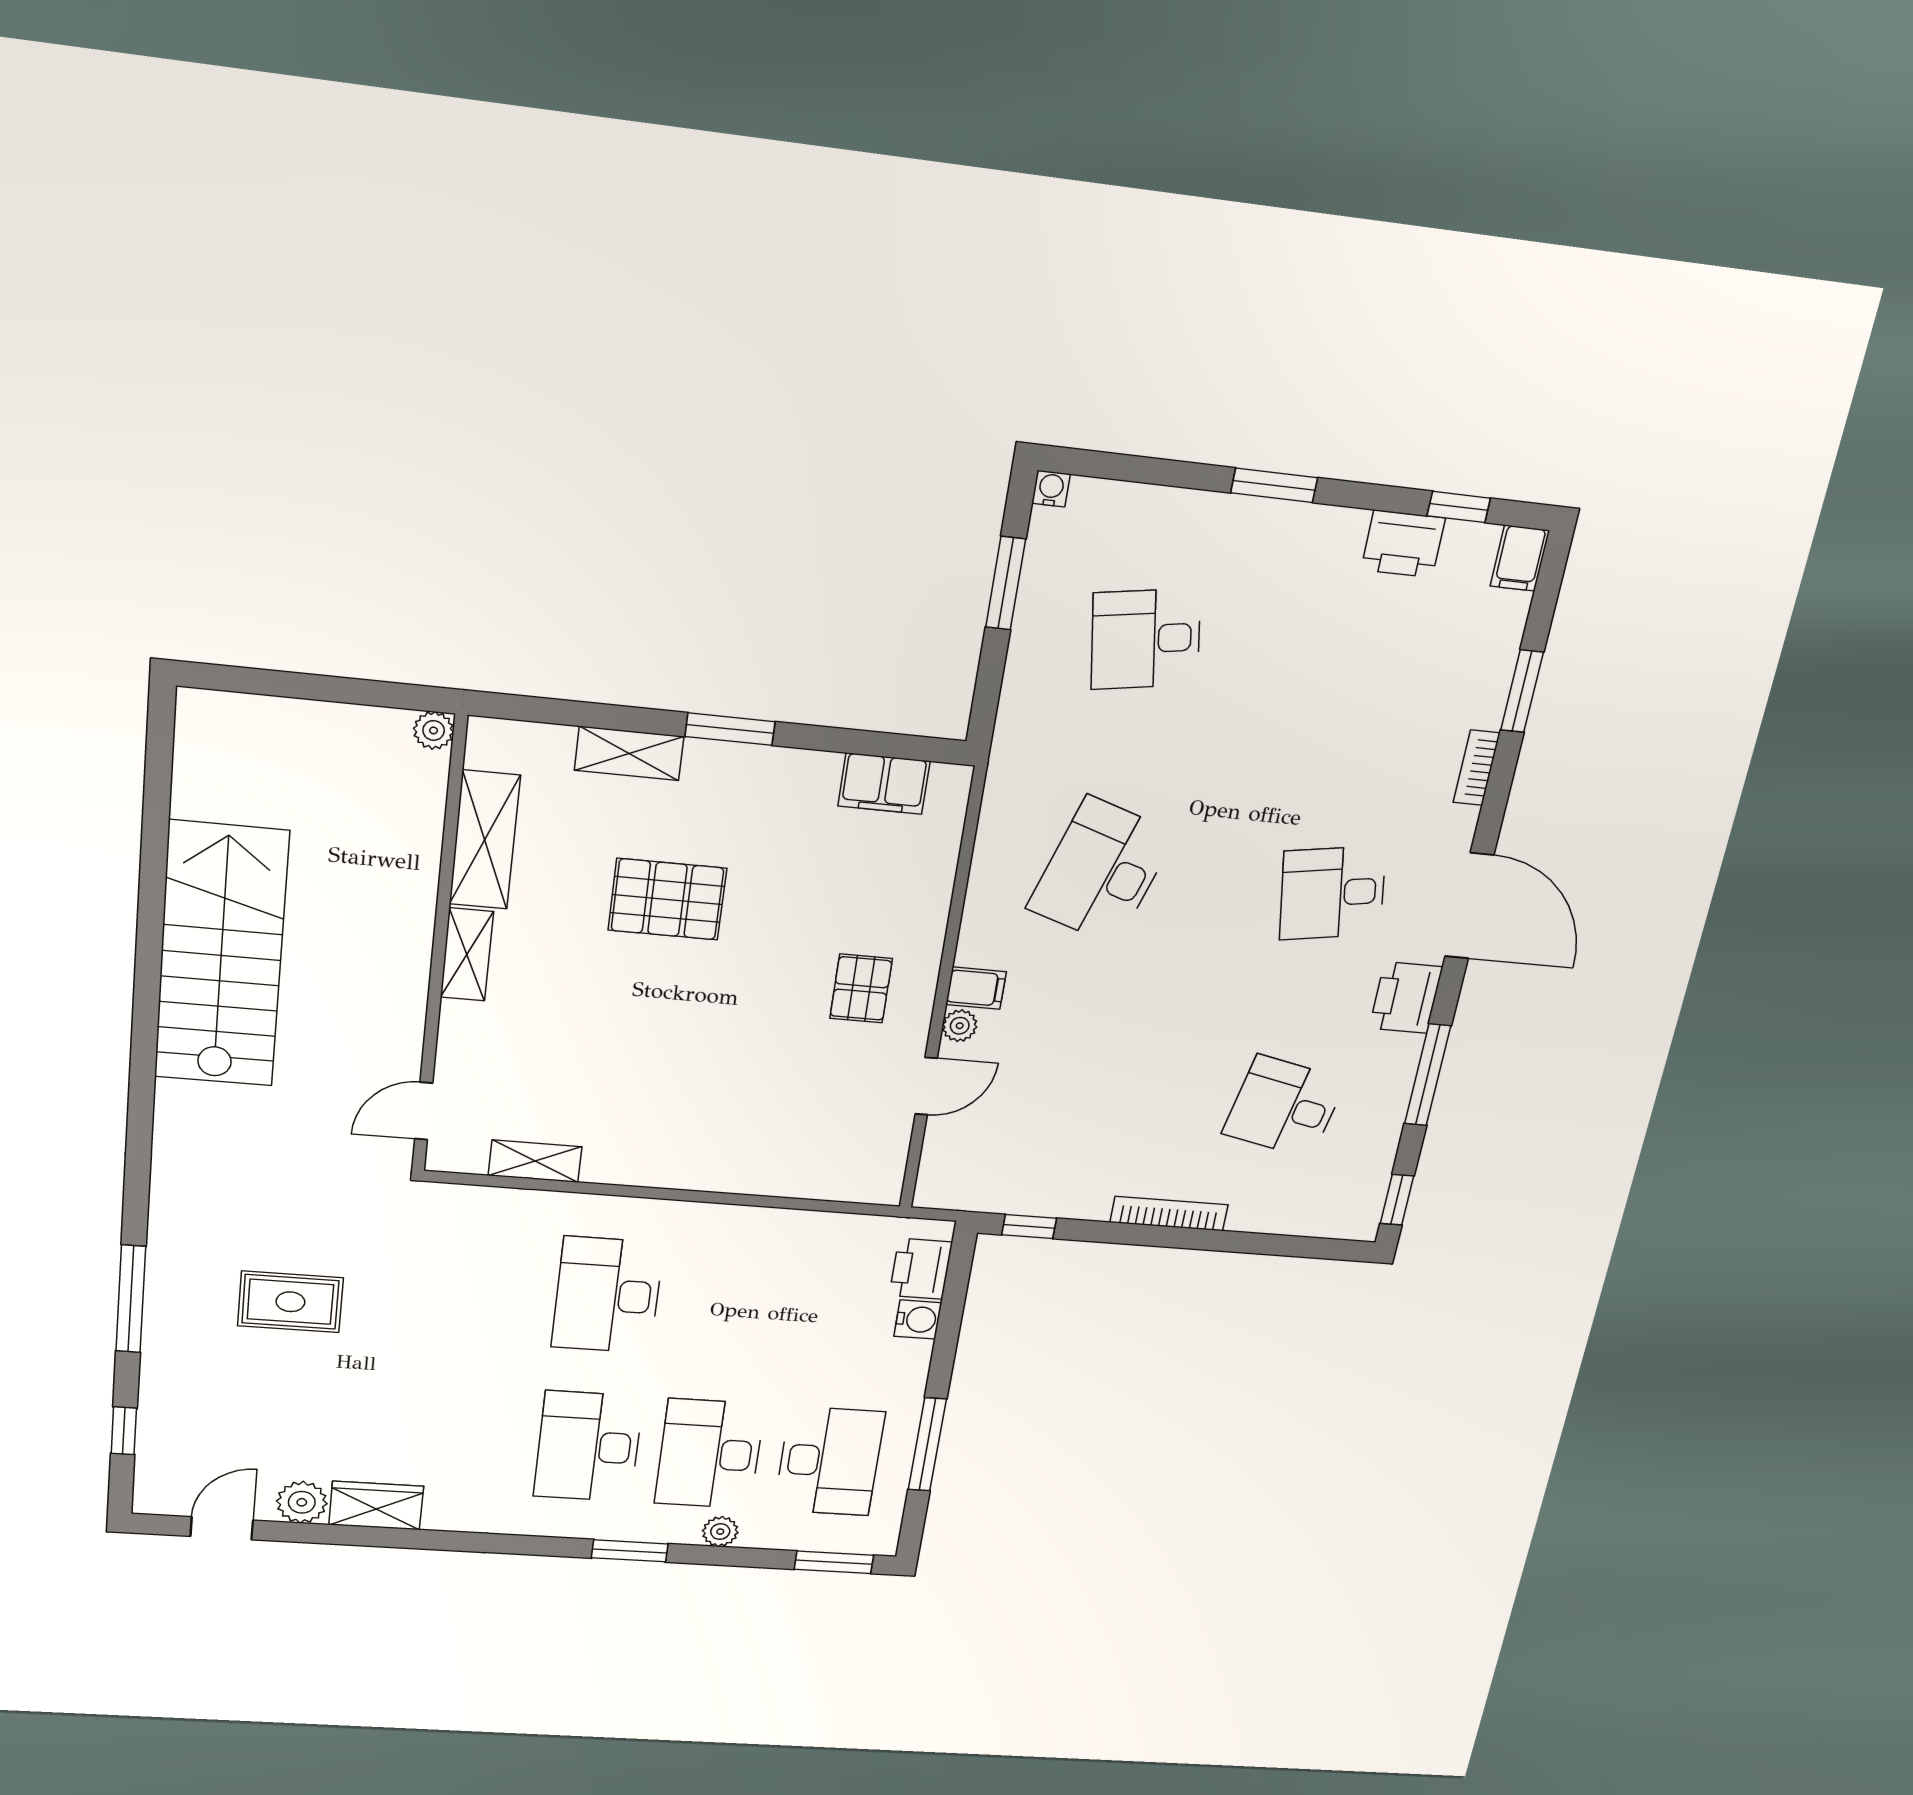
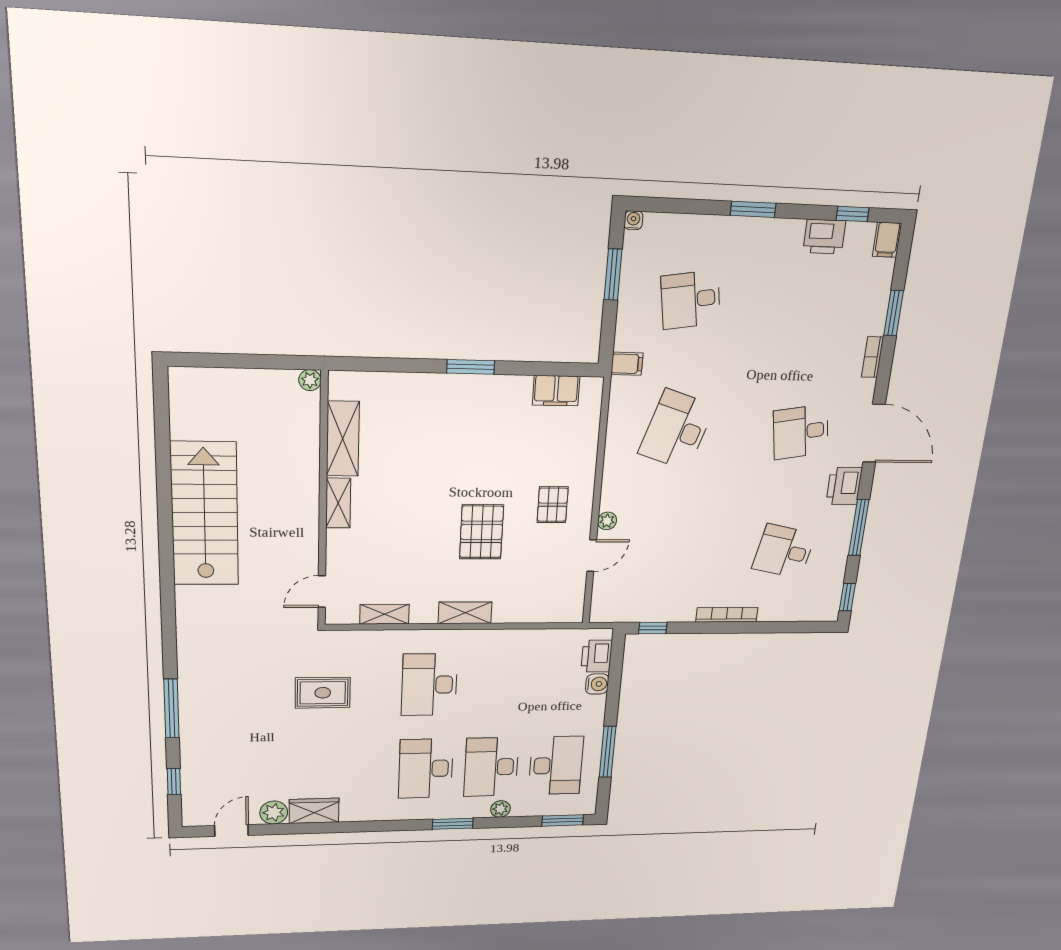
shelving: (629, 753) -> (465, 613), moved
pallet: (667, 899) -> (482, 532), moved, turned 90
filing cabinet: (976, 988) -> (627, 364), moved
rug: (290, 1302) -> (323, 693), moved

